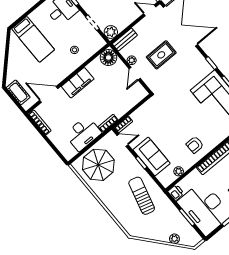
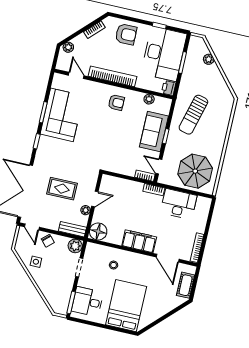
chair: (130, 14) -> (48, 241), added
bed: (33, 39) -> (126, 306), width x1.50

